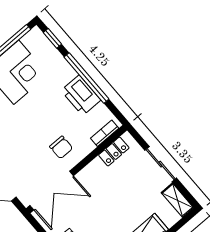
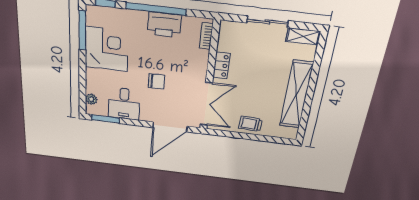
chair: (61, 147) -> (156, 82), moved
locker: (114, 152) -> (221, 66), moved

